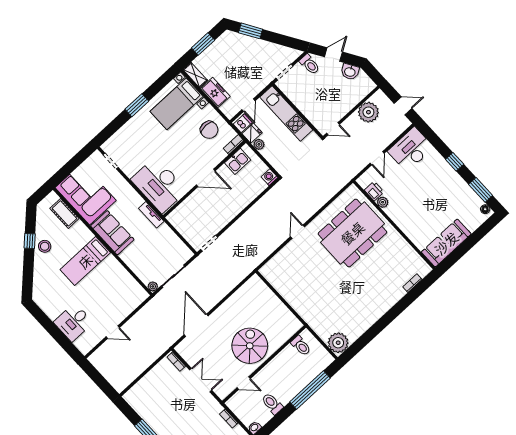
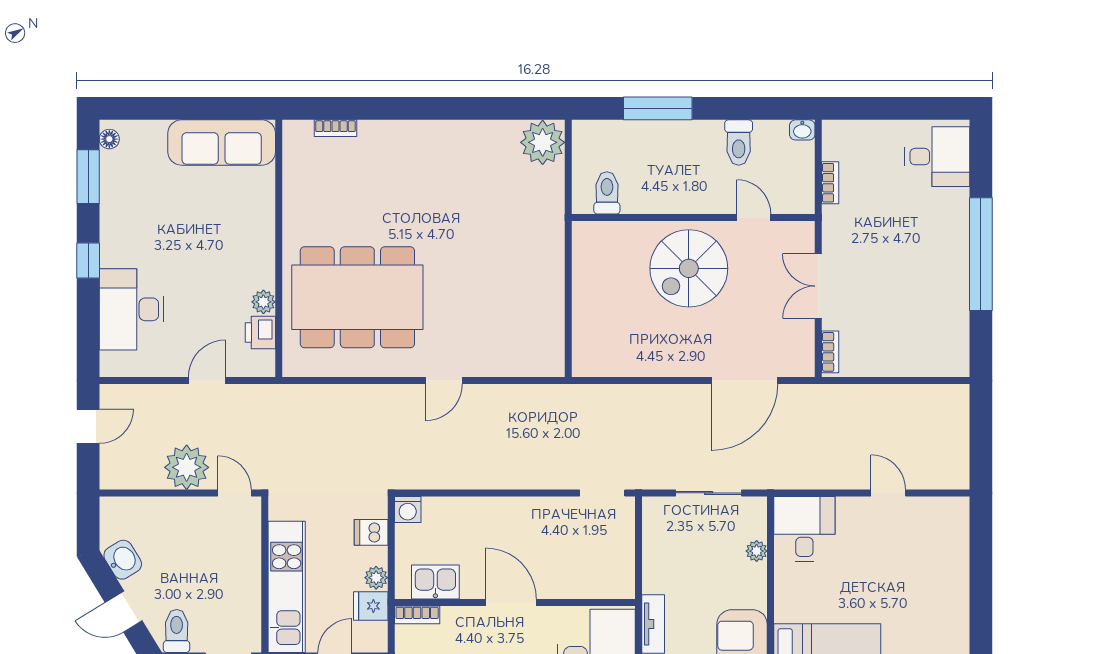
door: (403, 106) -> (88, 426), swing flipped
plant: (368, 112) -> (187, 467), moved
dishwasher: (243, 123) -> (371, 532), moved
desk: (411, 149) -> (131, 309), moved, turned 90
plant: (153, 286) -> (757, 551), moved
desk: (73, 322) -> (804, 529), moved, turned -90
window: (310, 390) -> (658, 108), width x0.68

